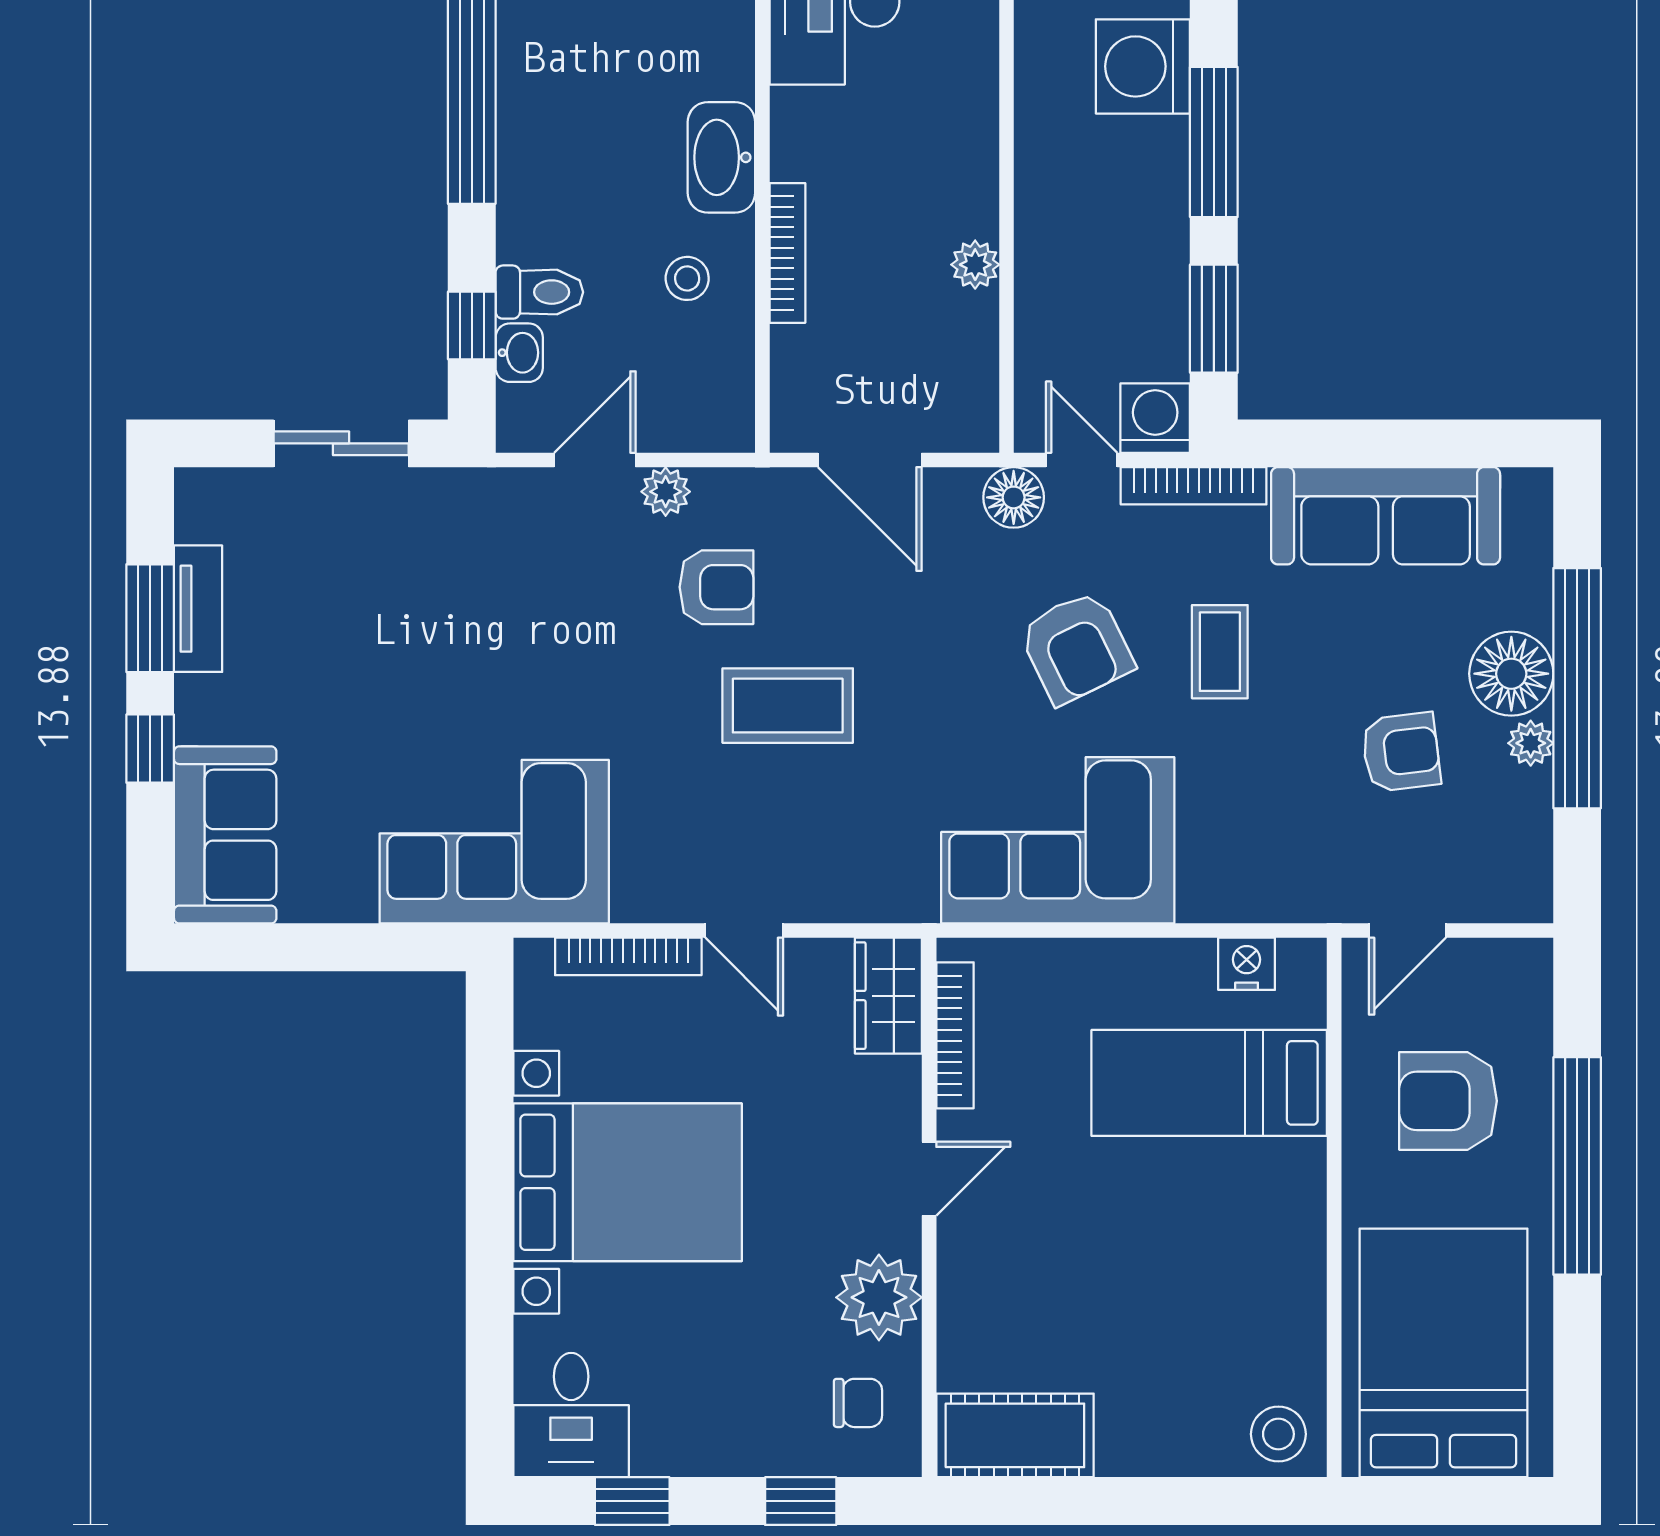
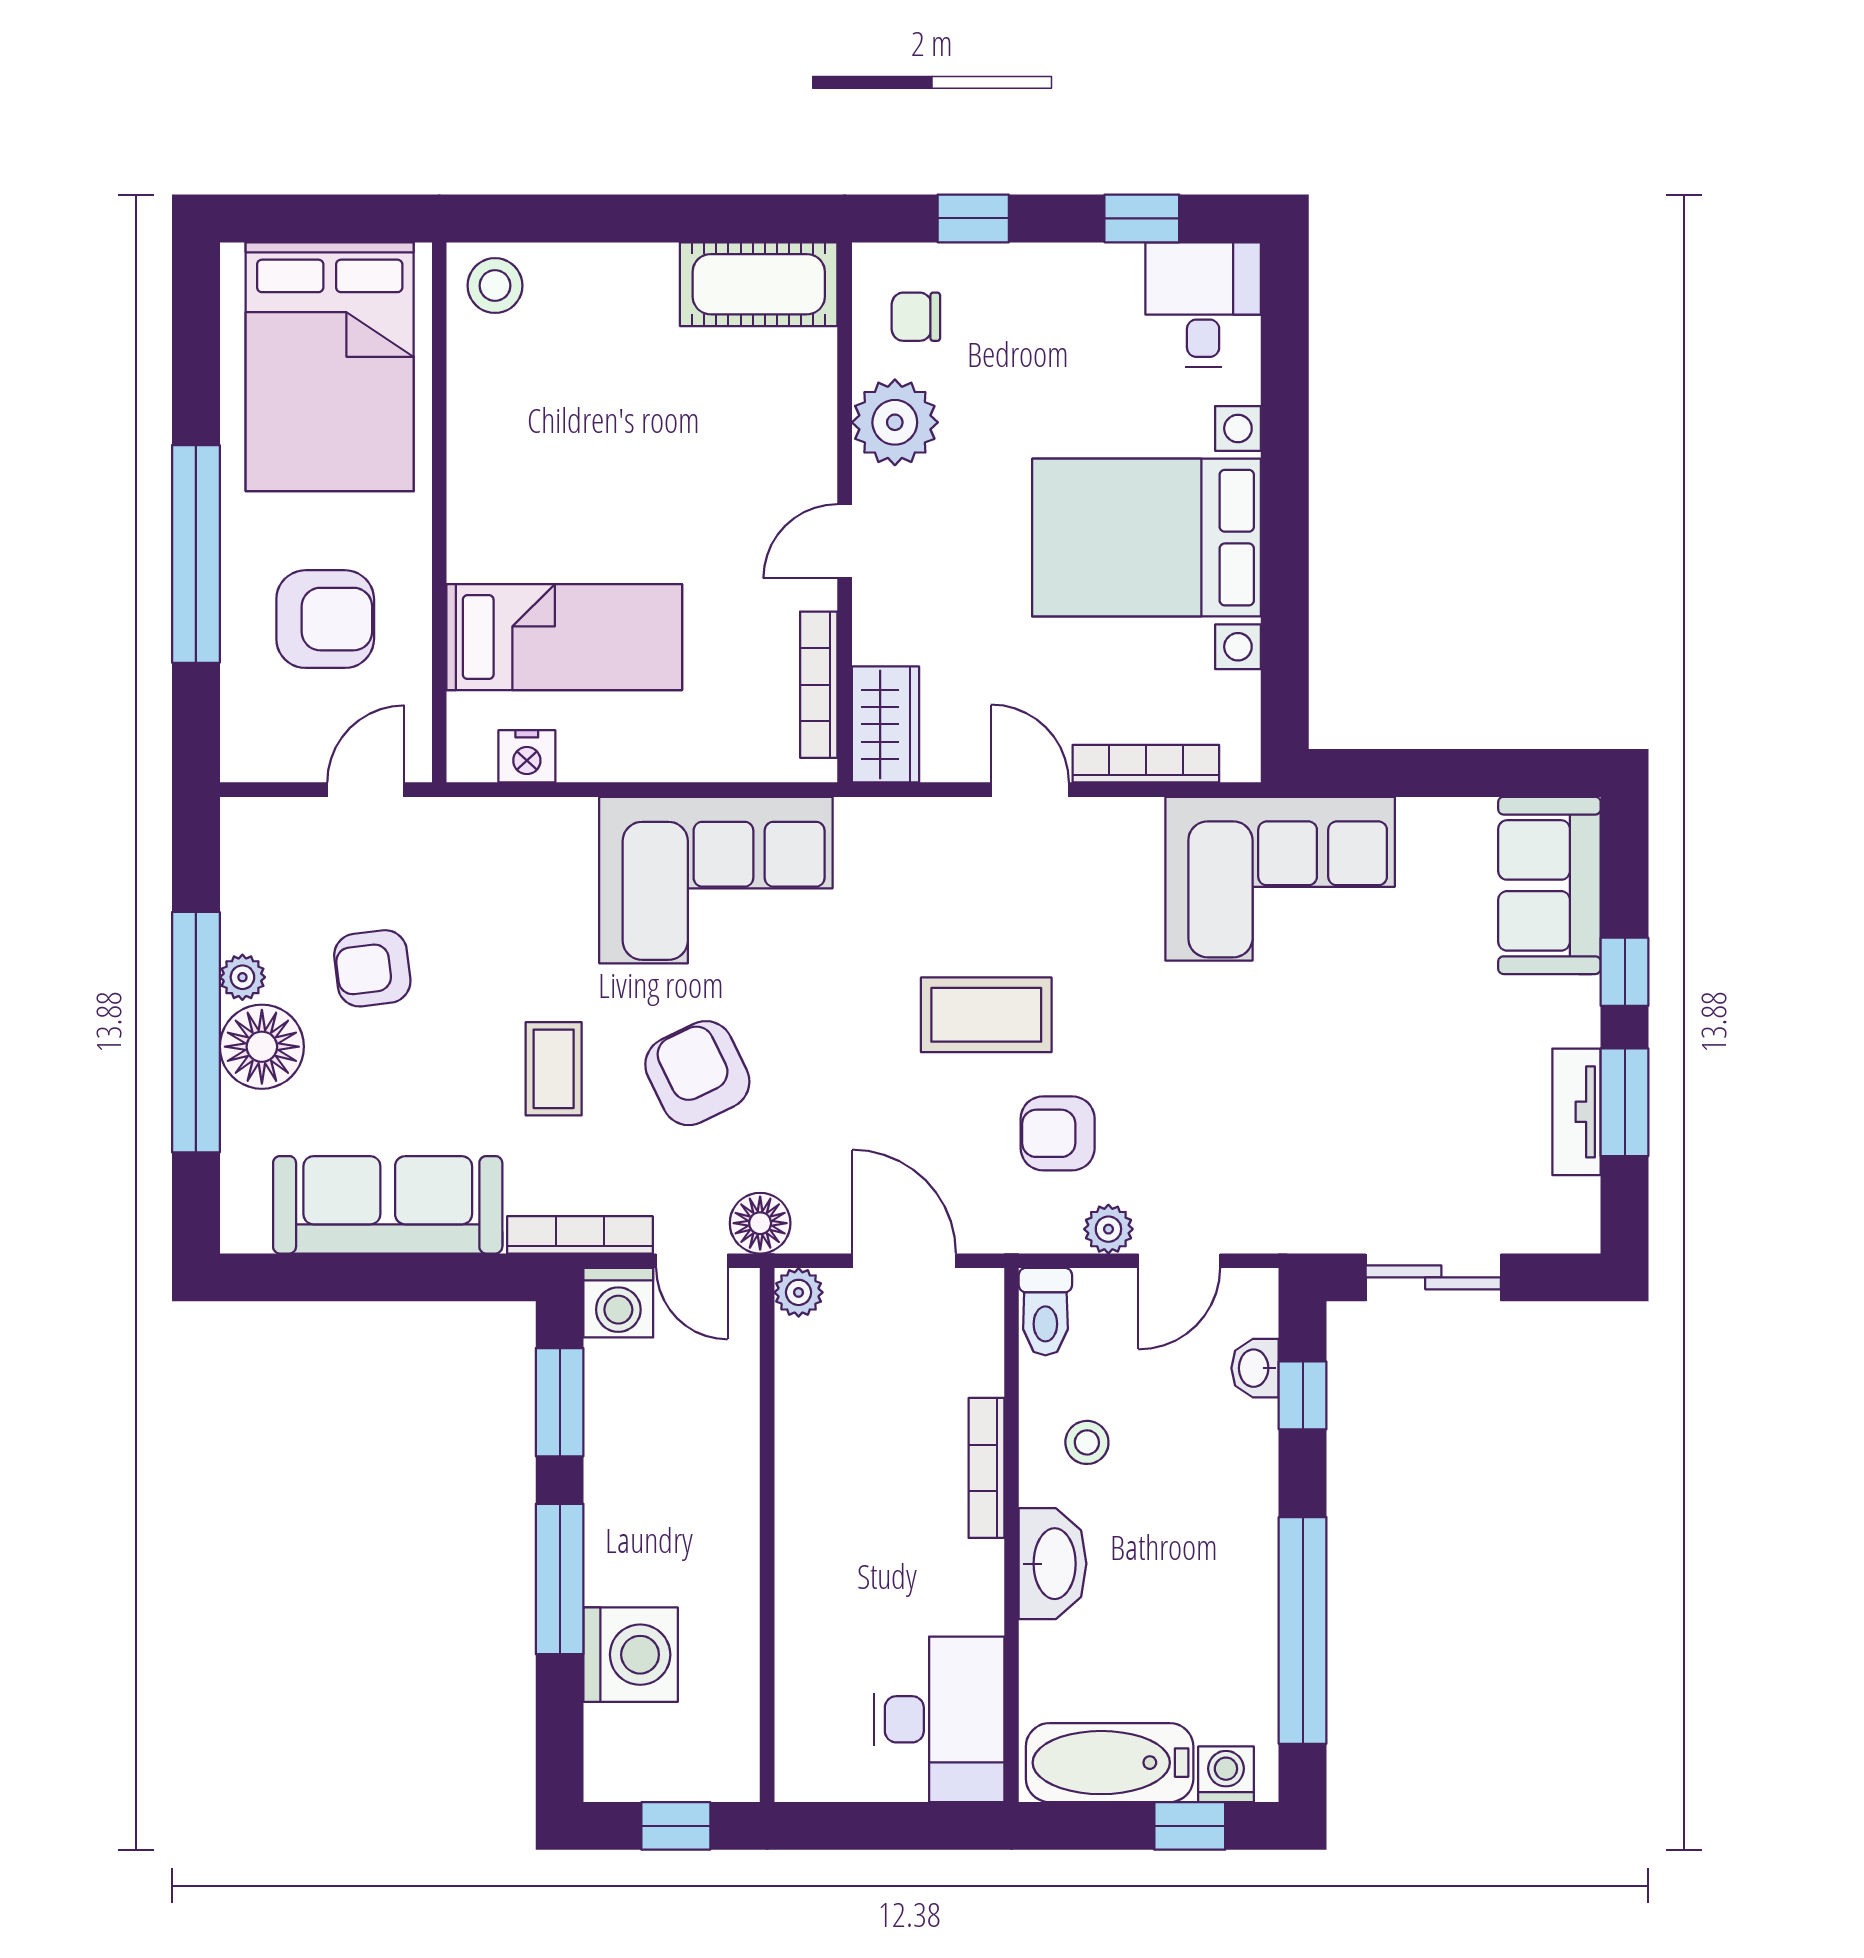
plant: (975, 265) -> (799, 1292), moved
toilet: (539, 292) -> (1045, 1312), moved, turned -90

